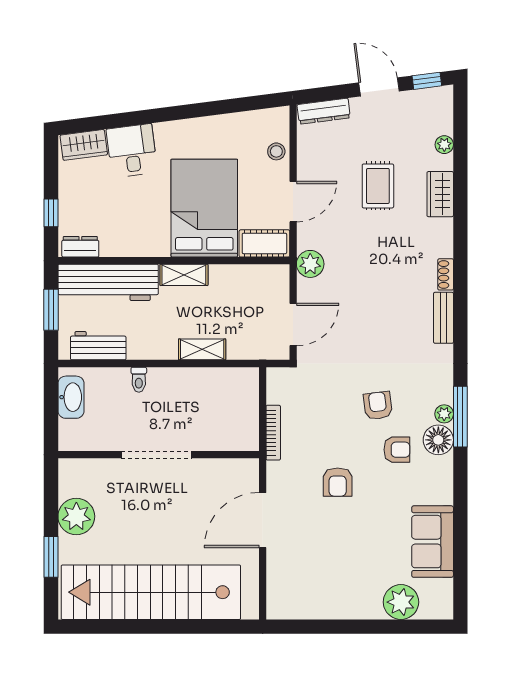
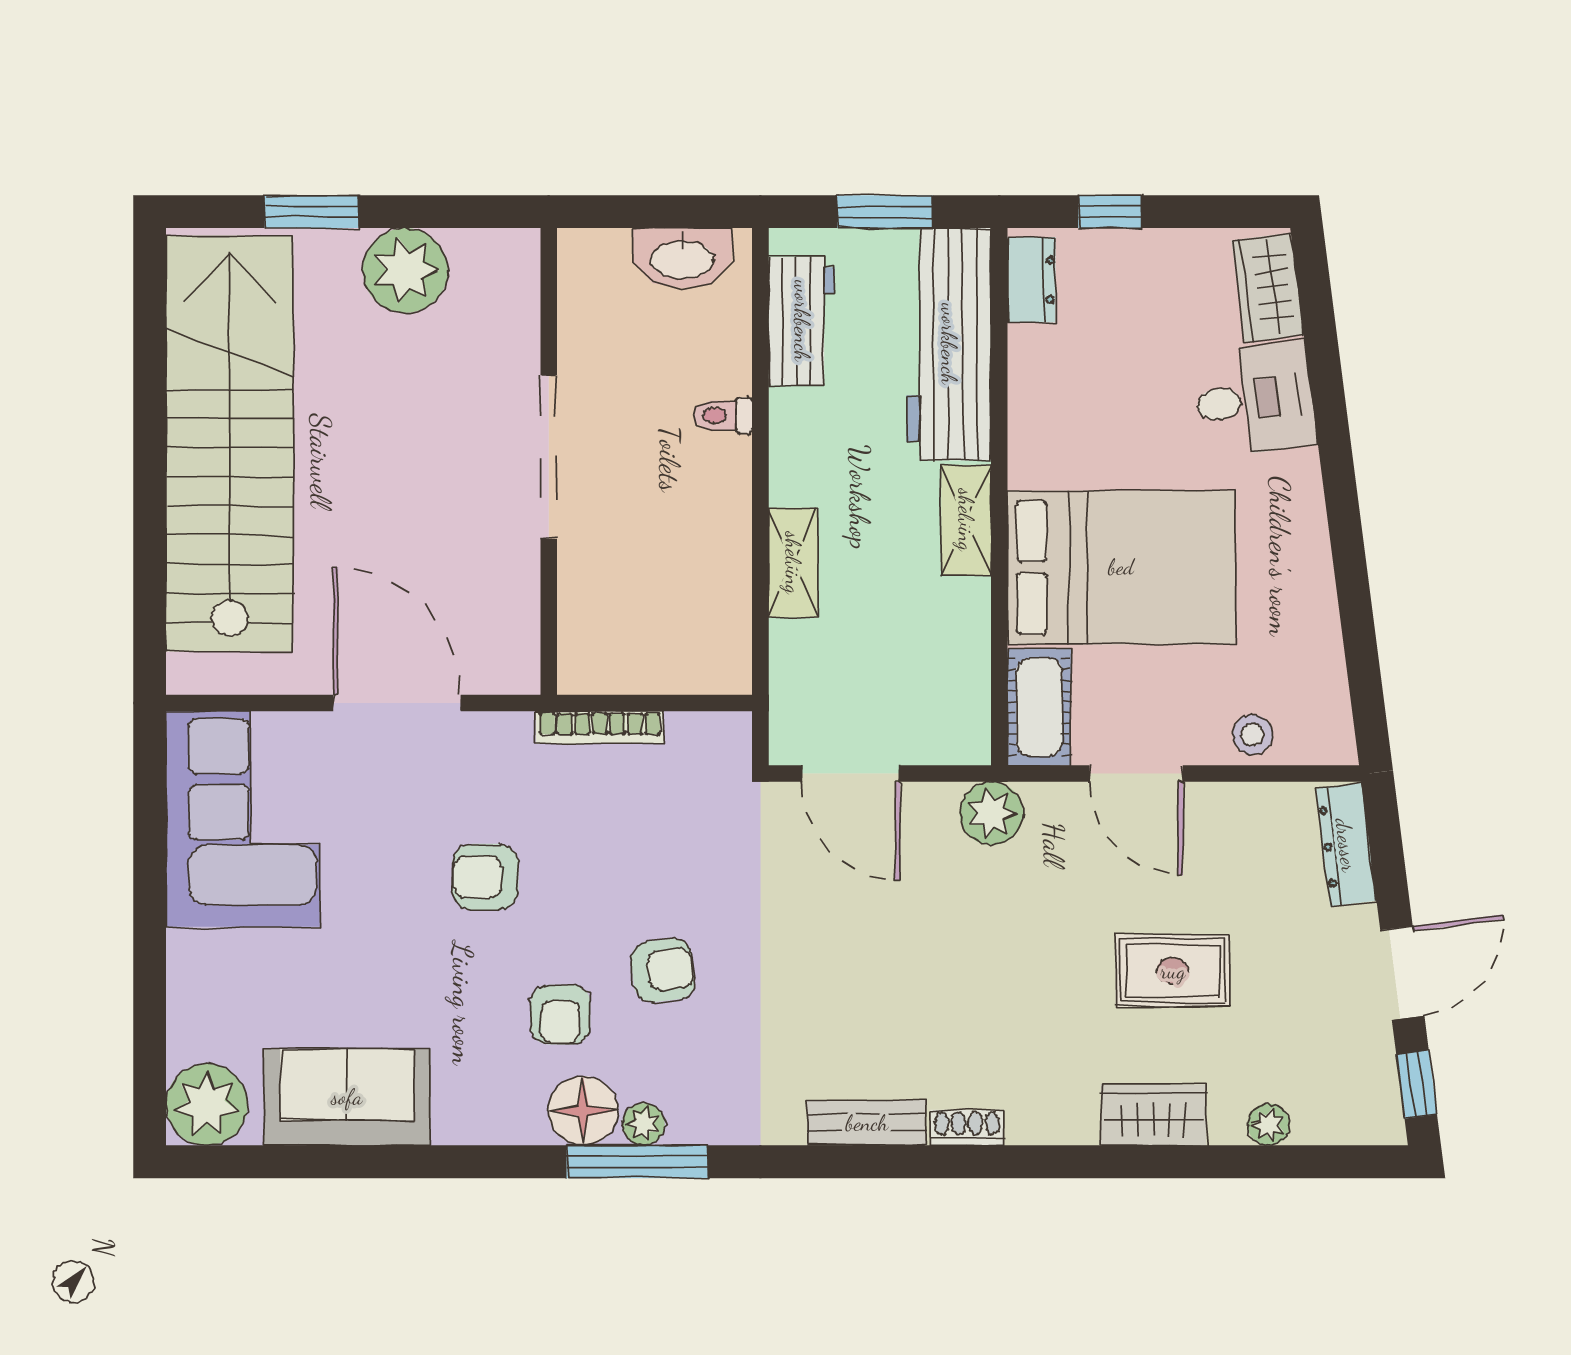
corner sofa: (313, 586) -> (243, 819), added
plant: (401, 602) -> (207, 1105), moved

